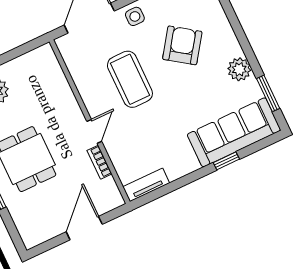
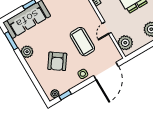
plant: (47, 70) -> (125, 43), added
door: (94, 131) -> (107, 28), moved

